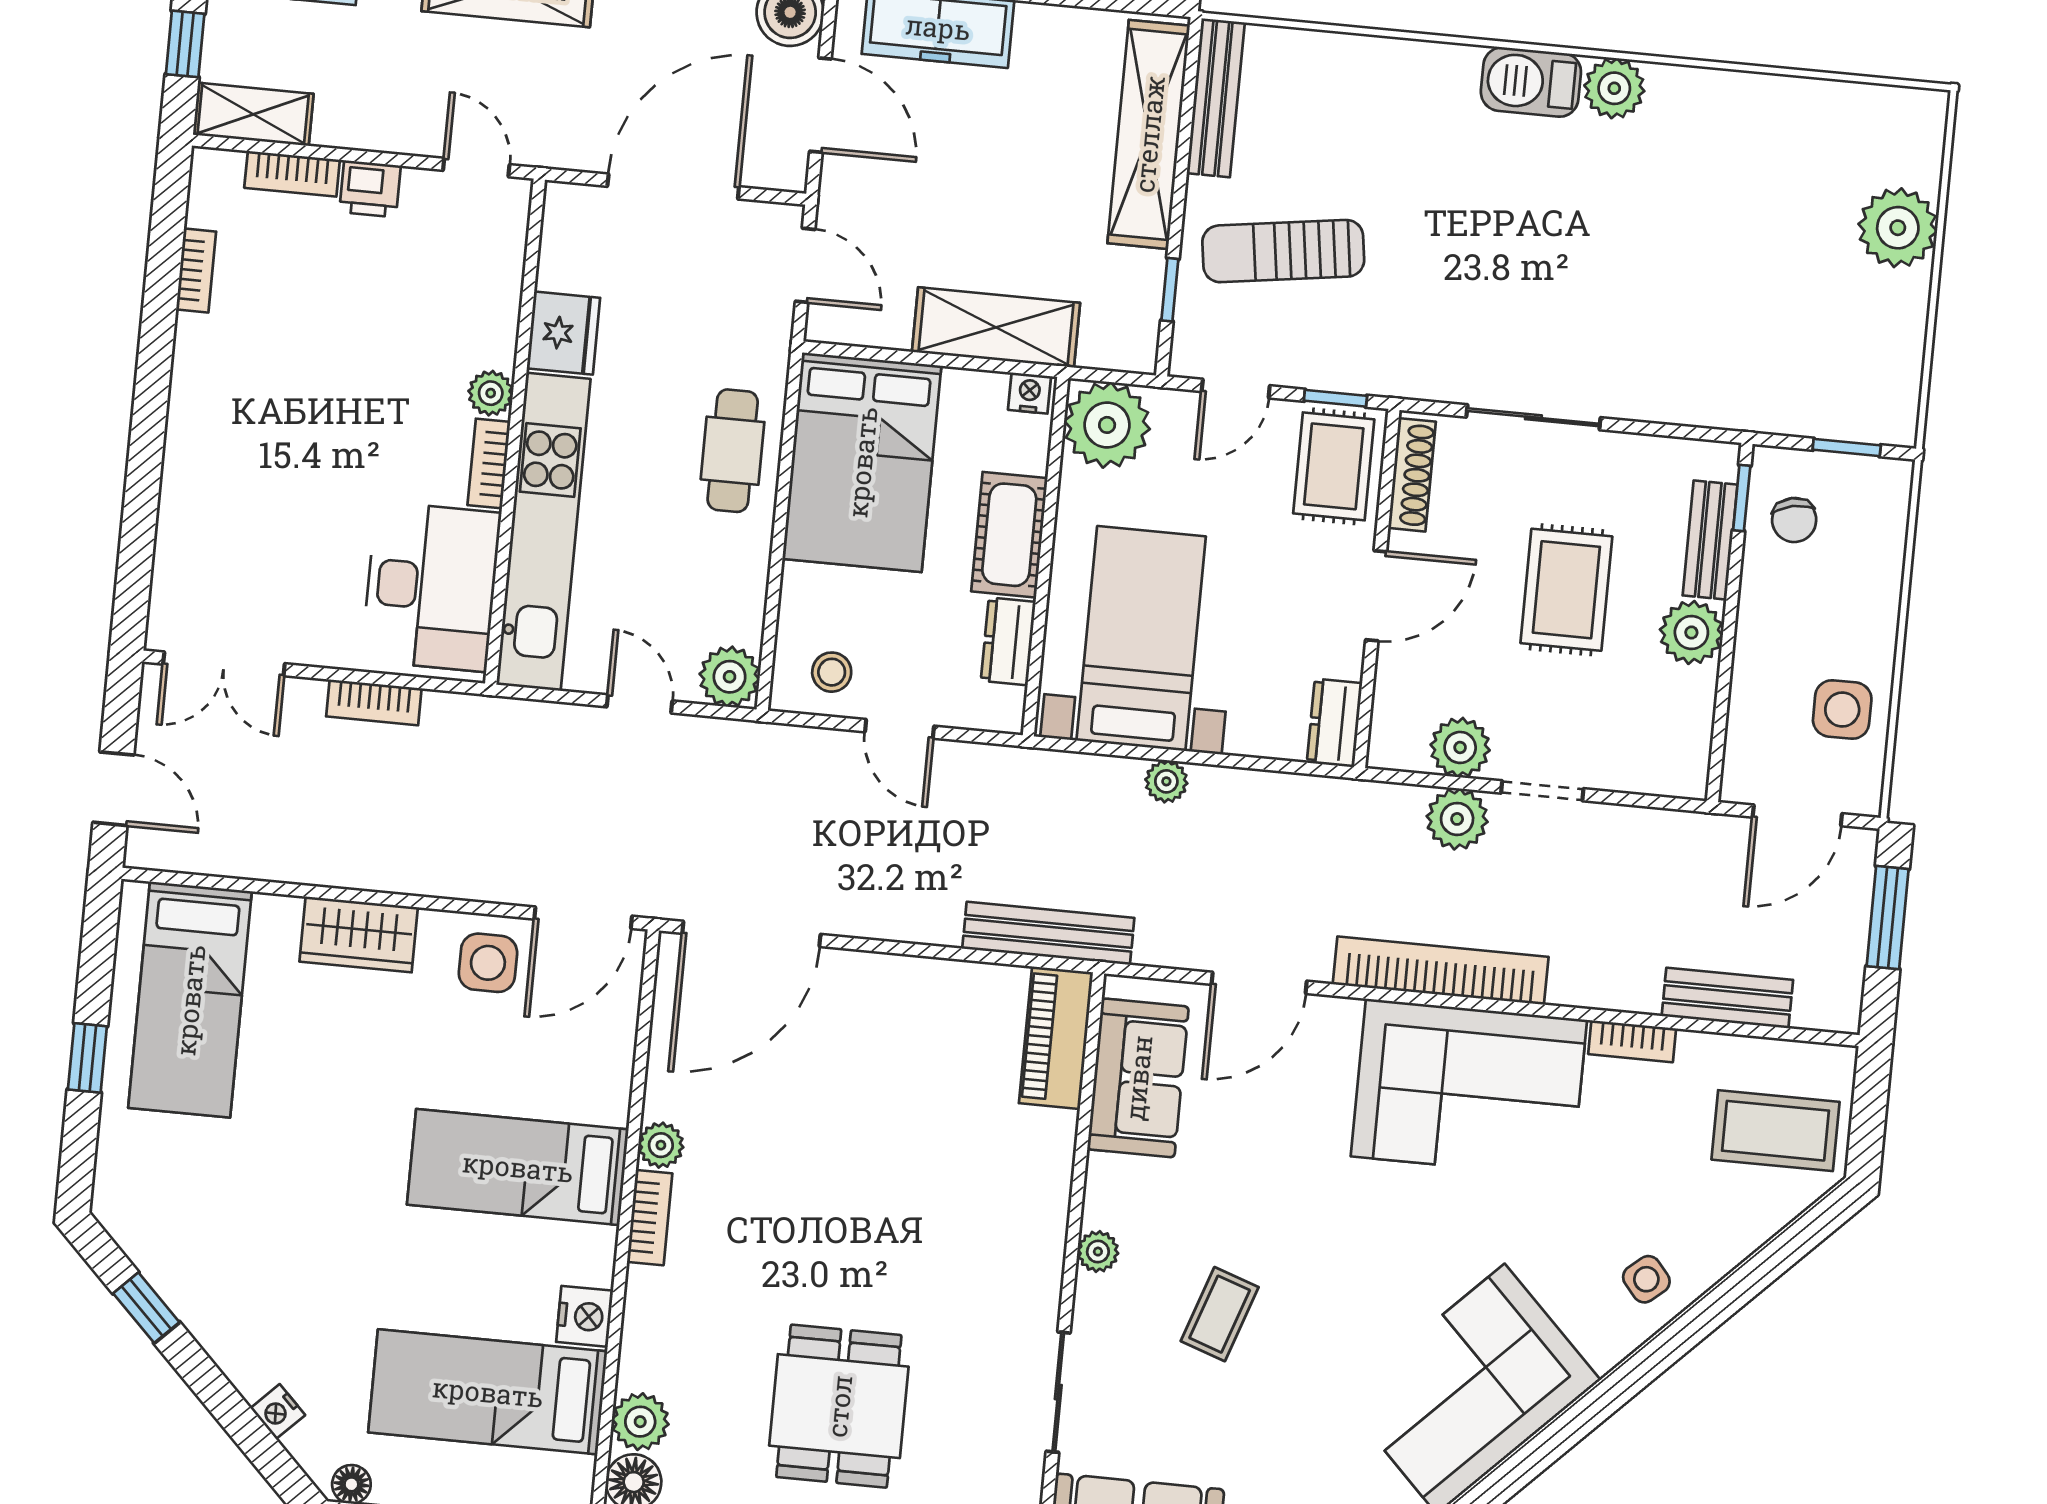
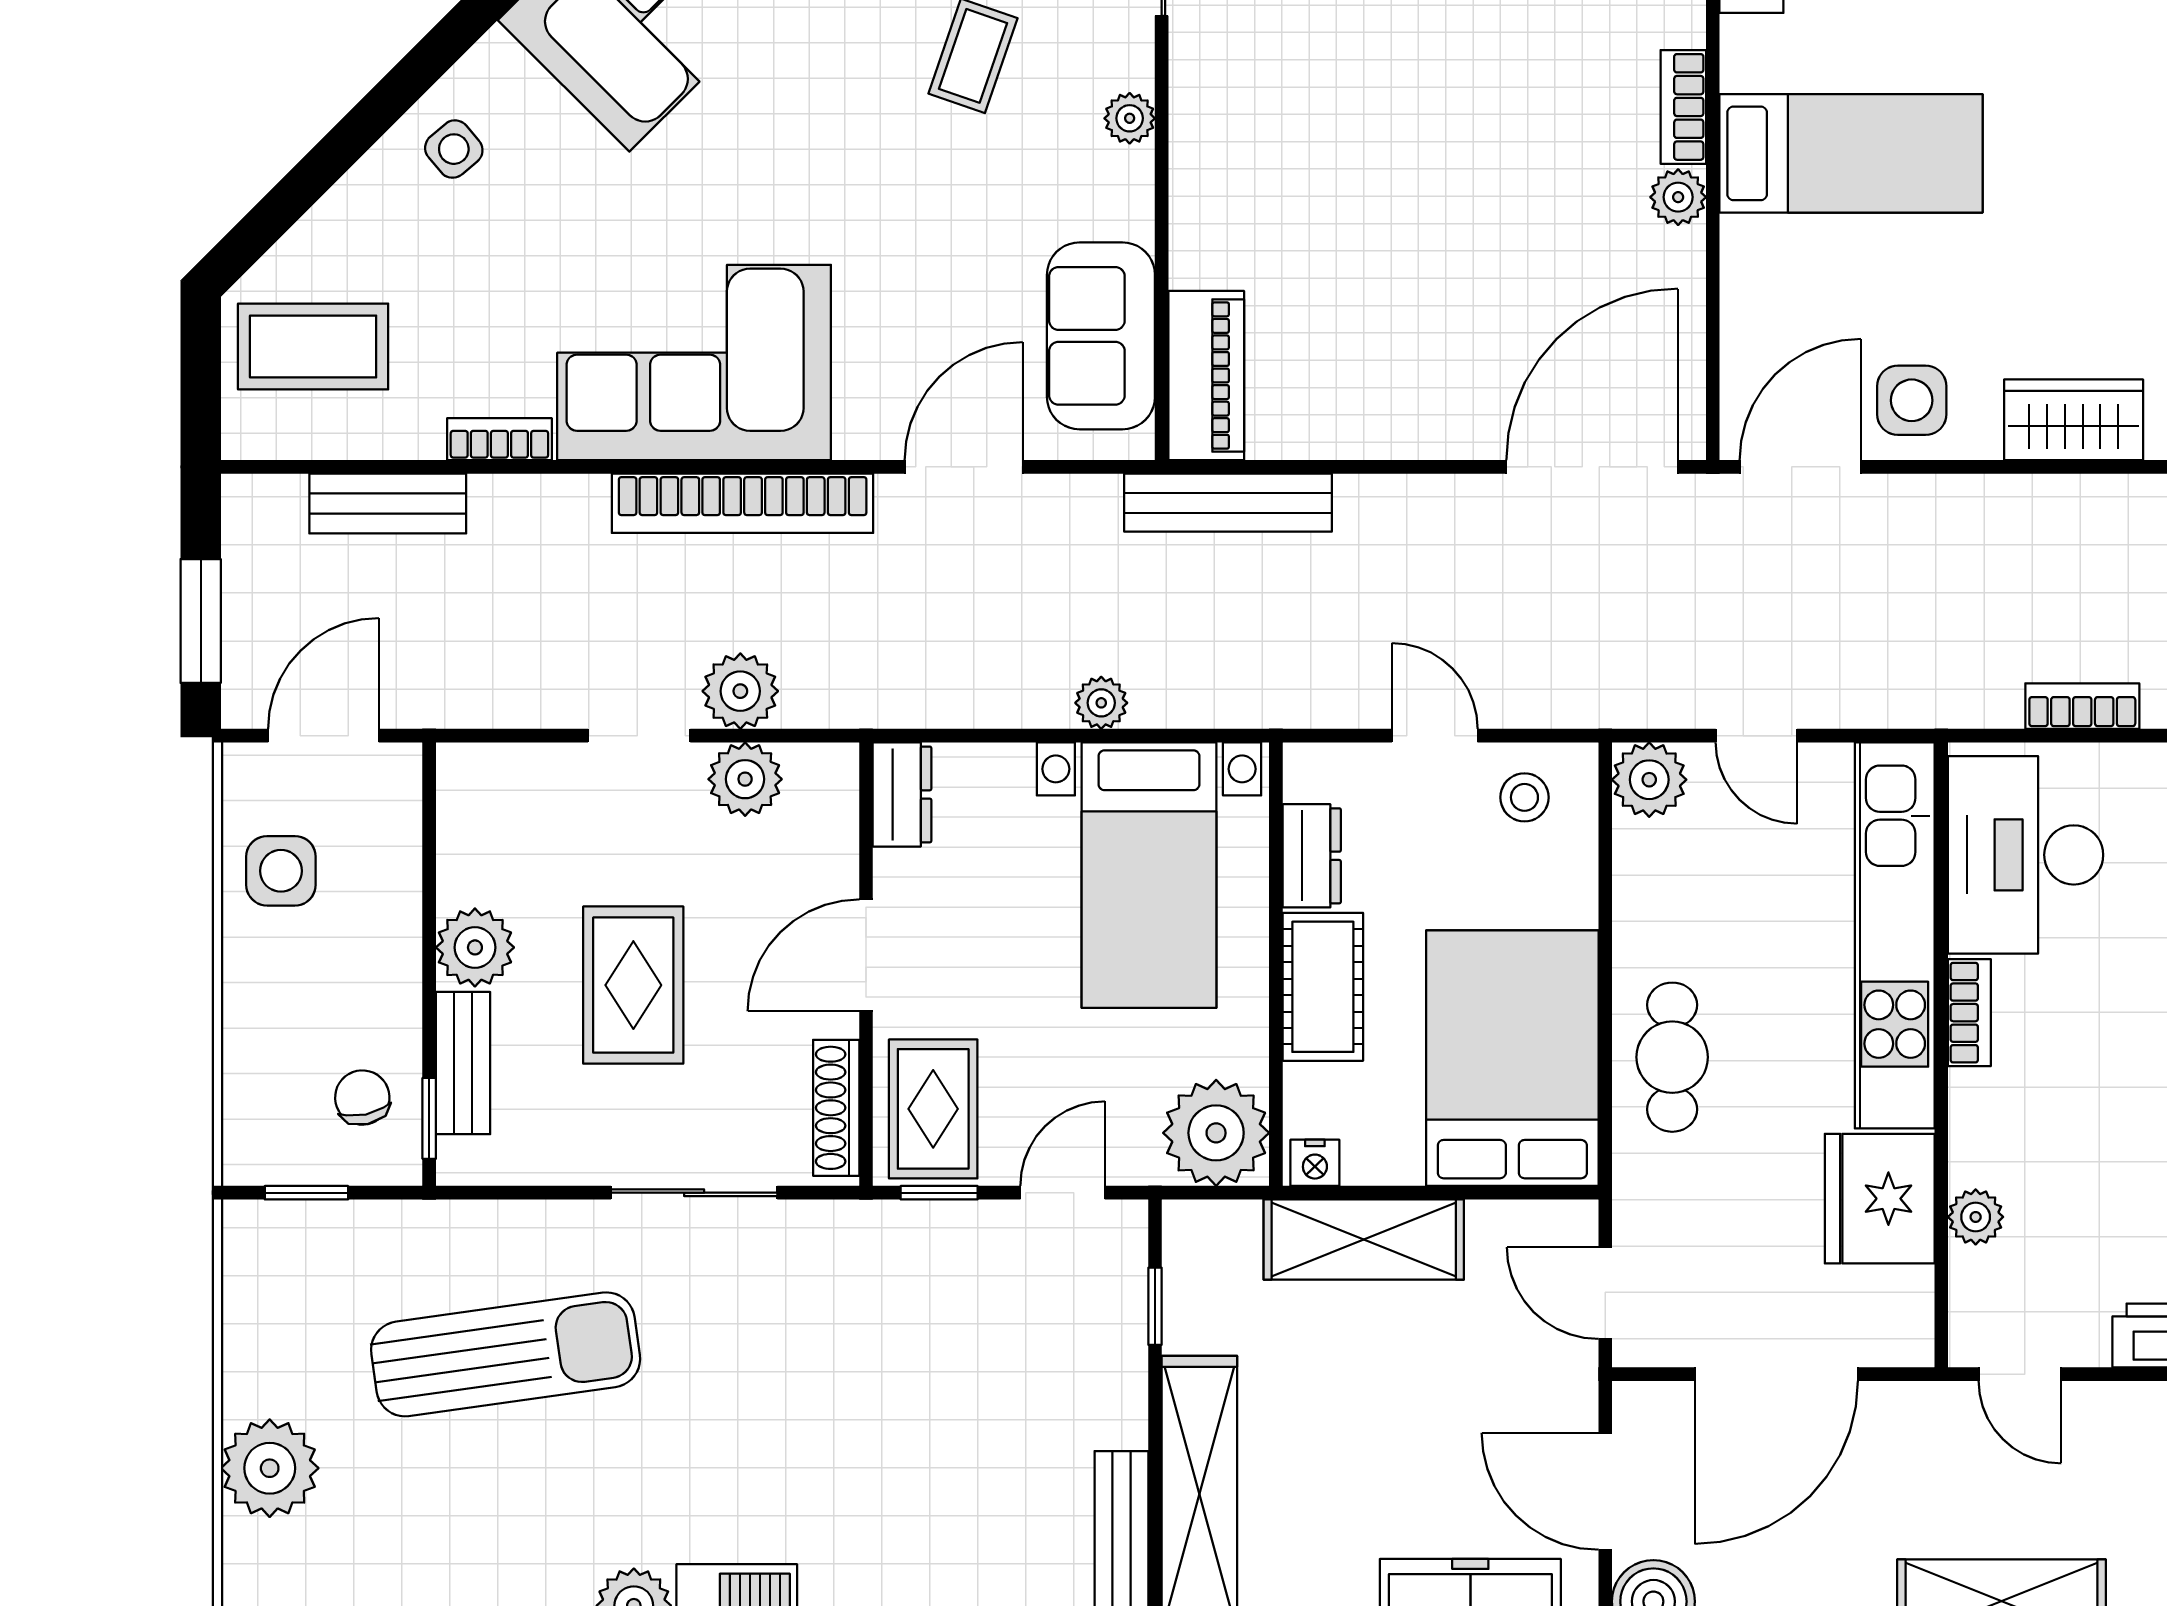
sun lounger: (1283, 251) -> (506, 1354), moved, width x1.36, depth x1.34
fridge: (563, 333) -> (1880, 1199), width x1.36, depth x1.34
plant: (491, 393) -> (1976, 1217), moved

